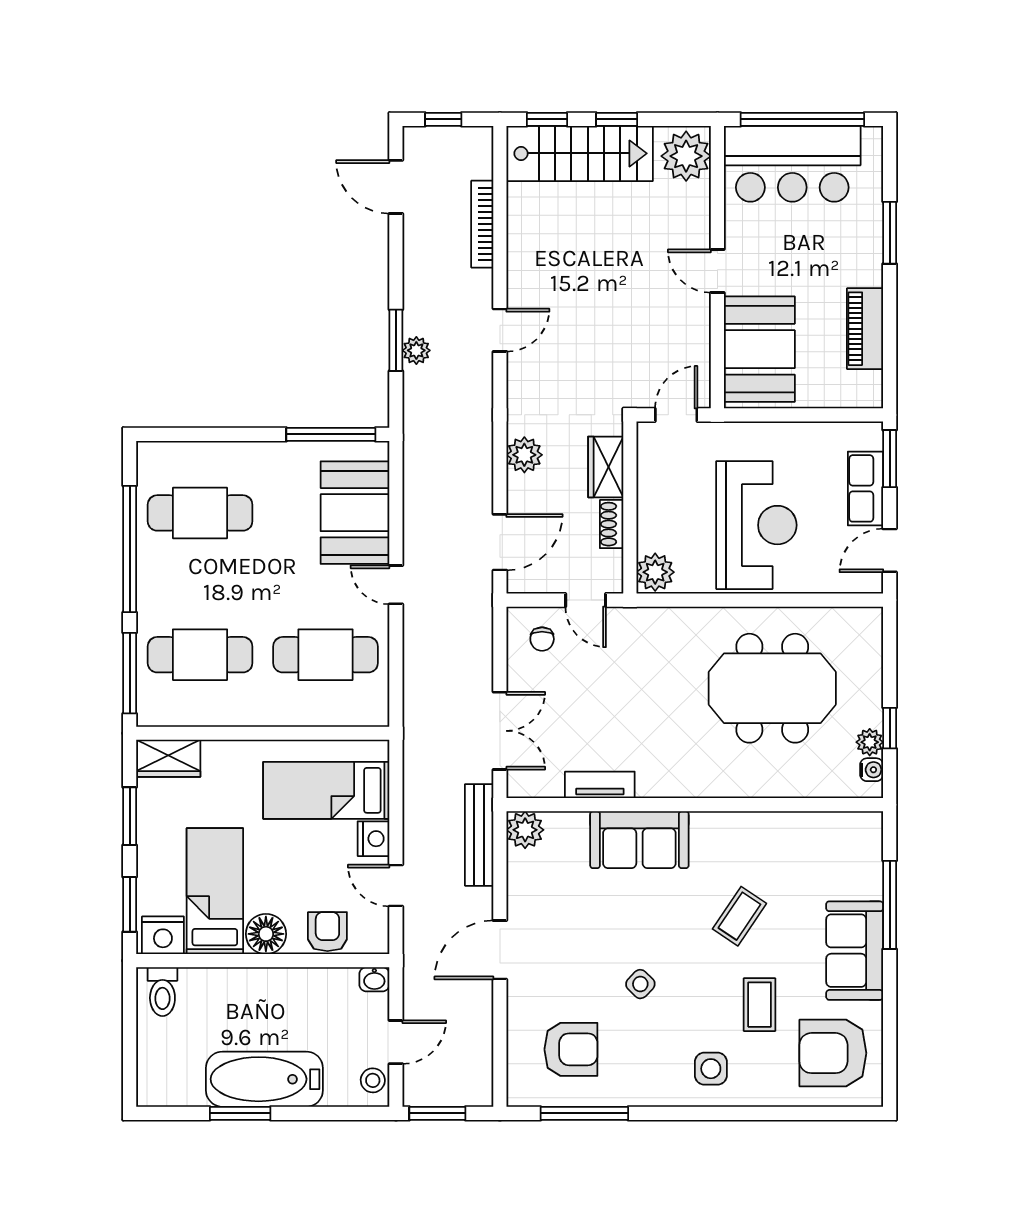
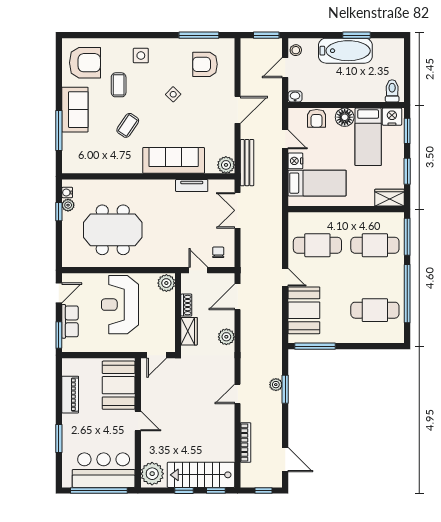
sofa: (639, 840) -> (174, 160), width x1.36

